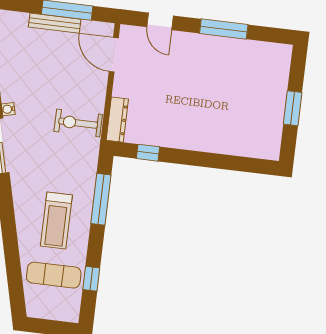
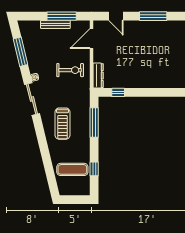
door: (114, 55) -> (92, 39), hinge flipped
exercise bike: (78, 123) -> (70, 70), moved, turned 180
treadmill: (56, 220) -> (62, 124), moved

